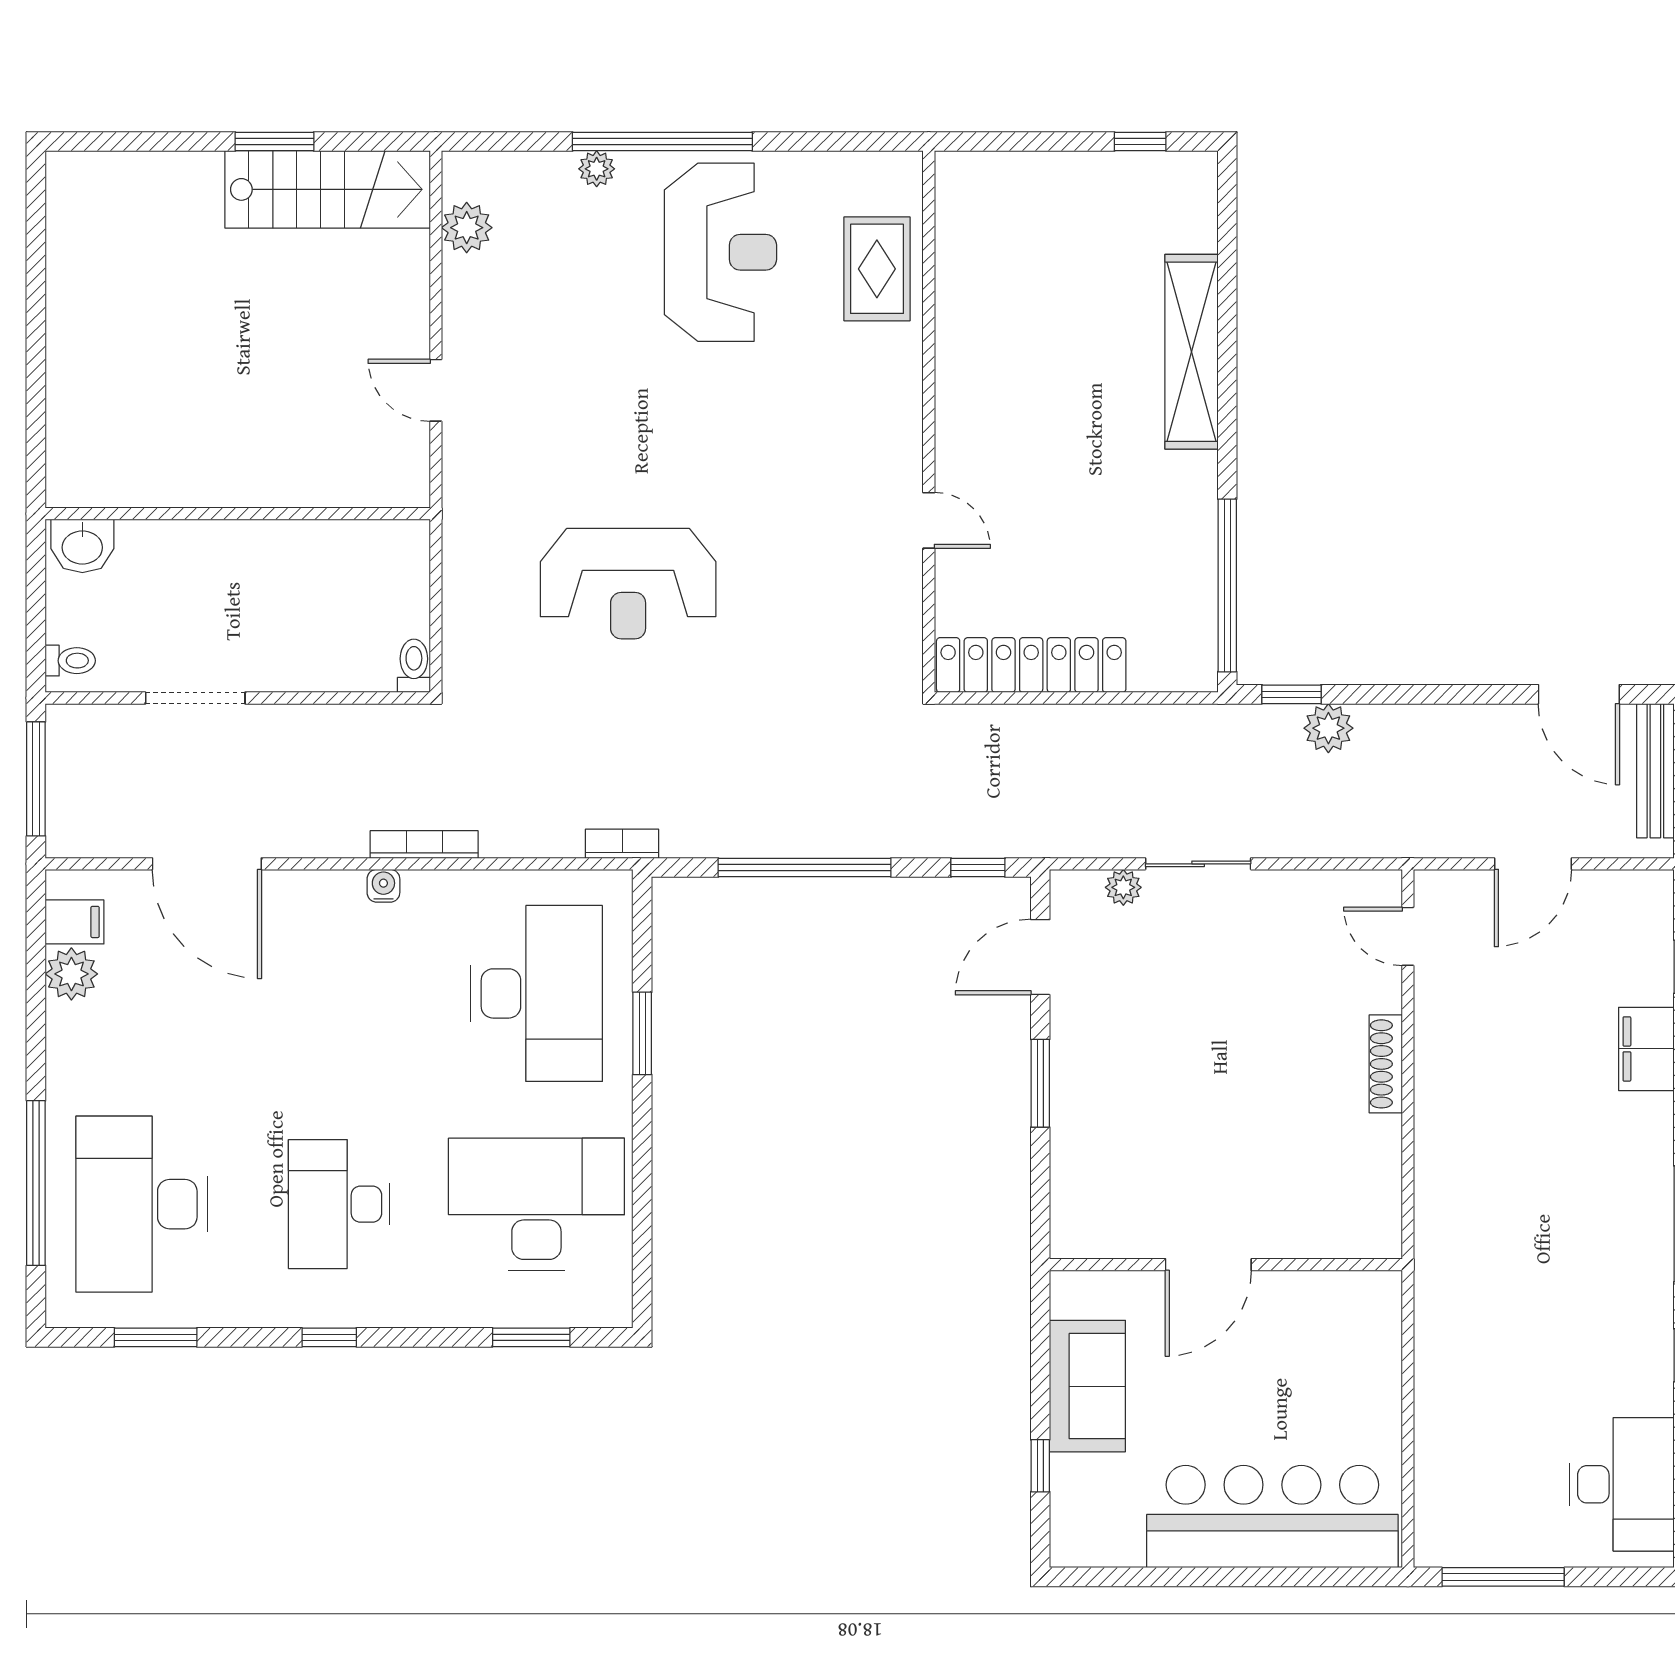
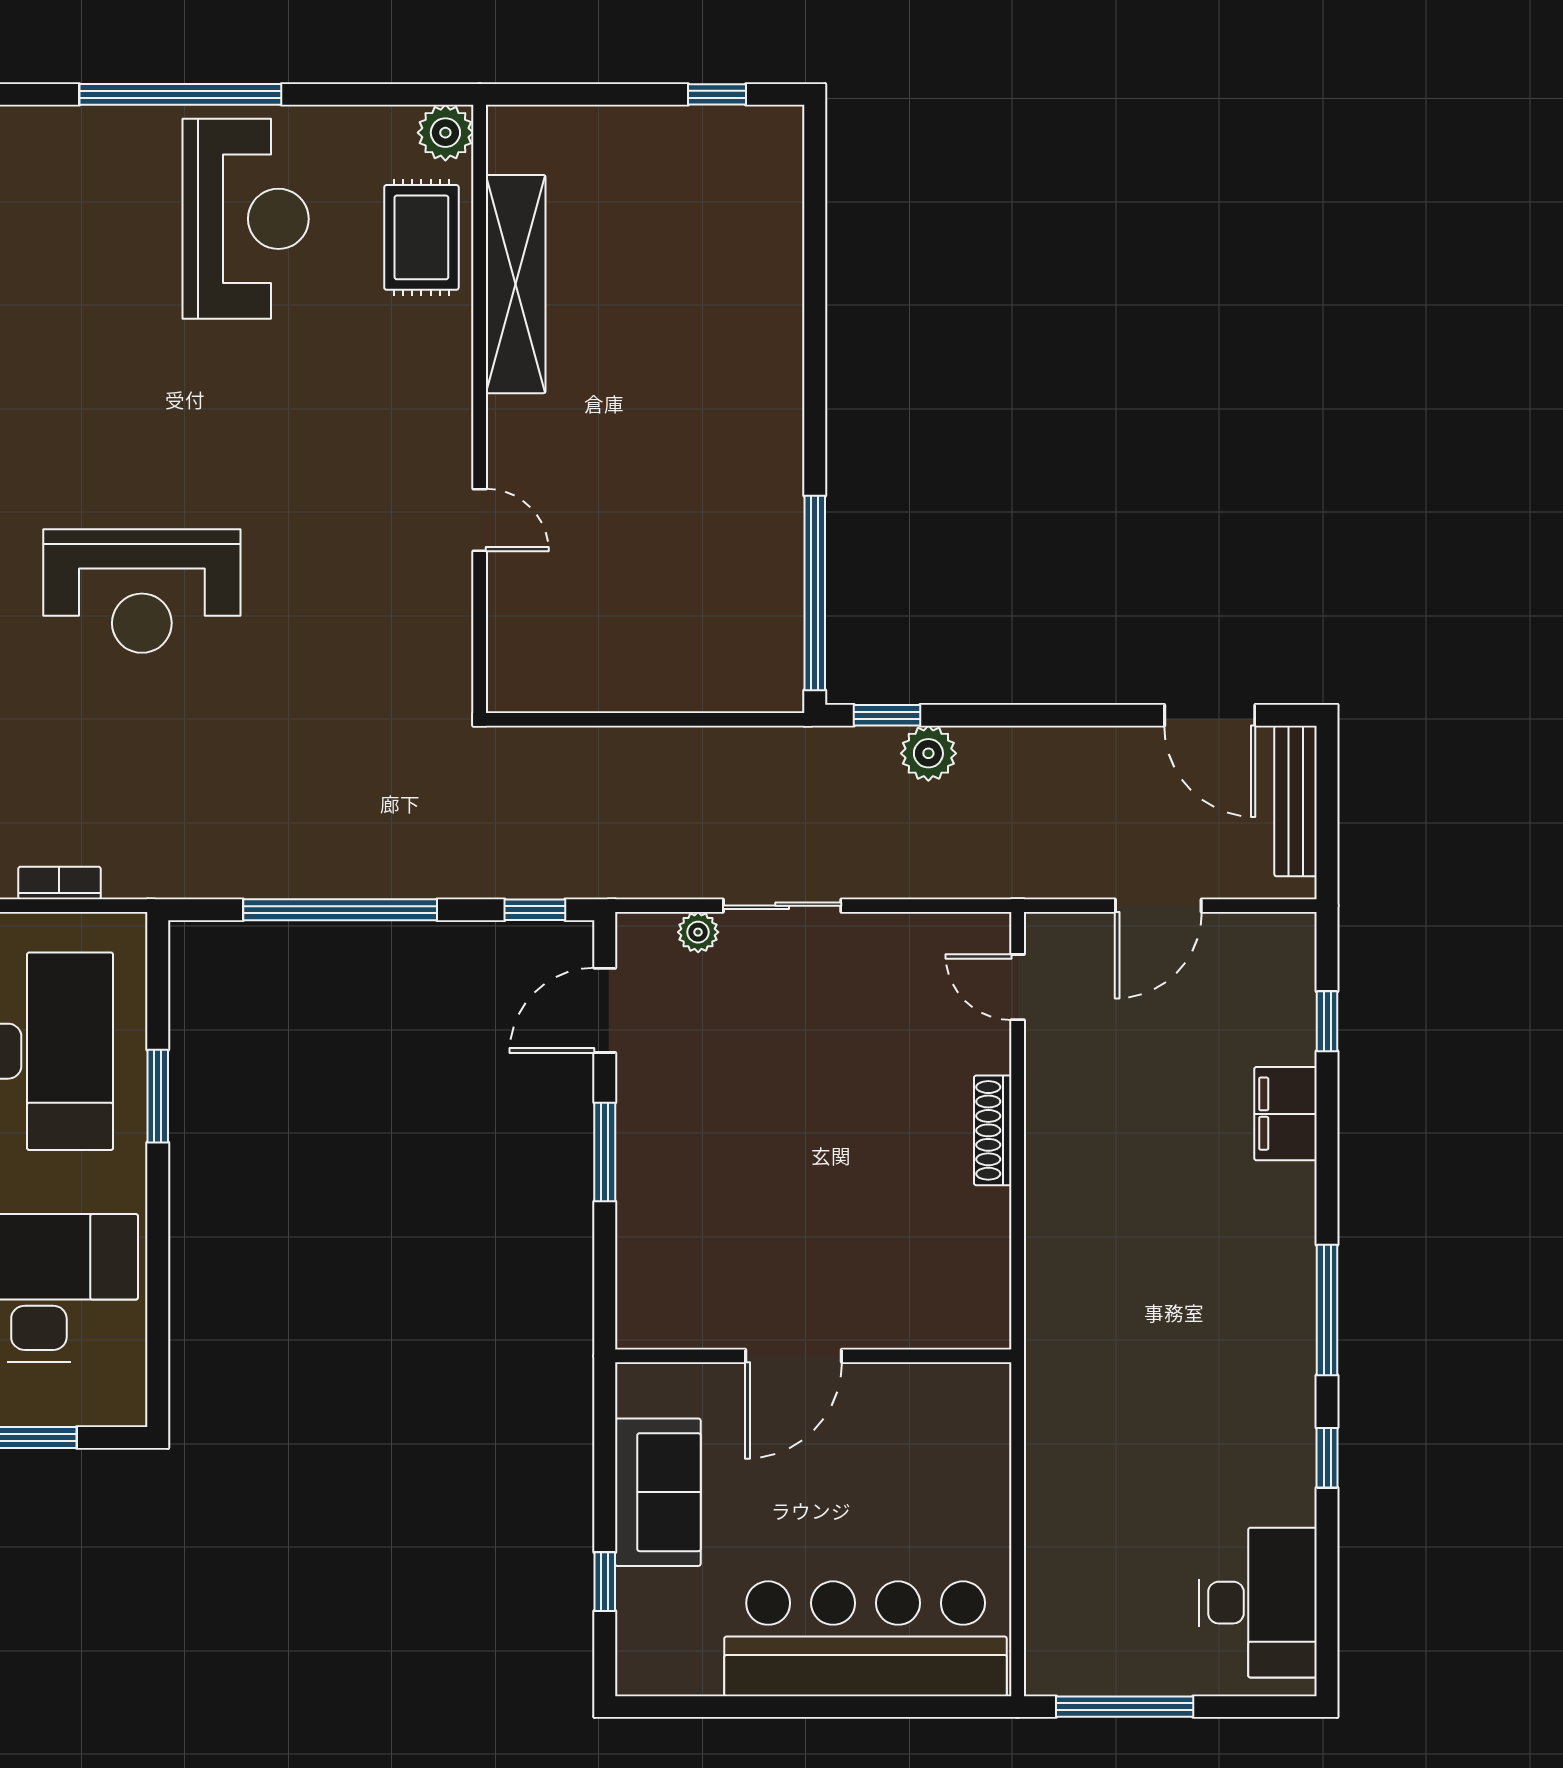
plant: (597, 169) -> (445, 133), moved, width x1.38, depth x1.38
shelving: (1192, 352) -> (516, 284), moved
locker: (1031, 665) -> (595, 682), removed
bookcase: (622, 844) -> (59, 883), moved

